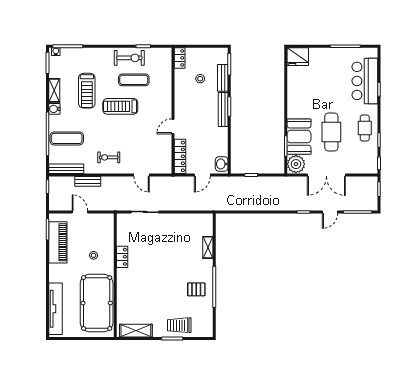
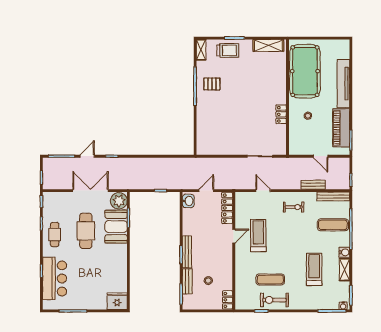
treadmill: (120, 106) -> (258, 236), moved, turned -90
shelving: (208, 247) -> (201, 50), moved
tv unit: (55, 309) -> (343, 84), moved

